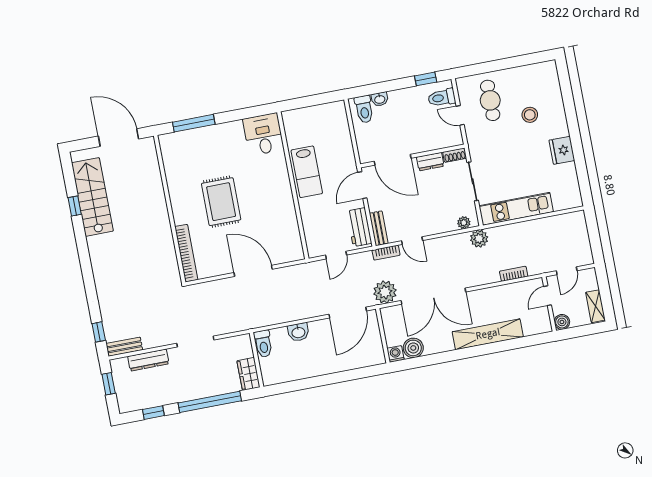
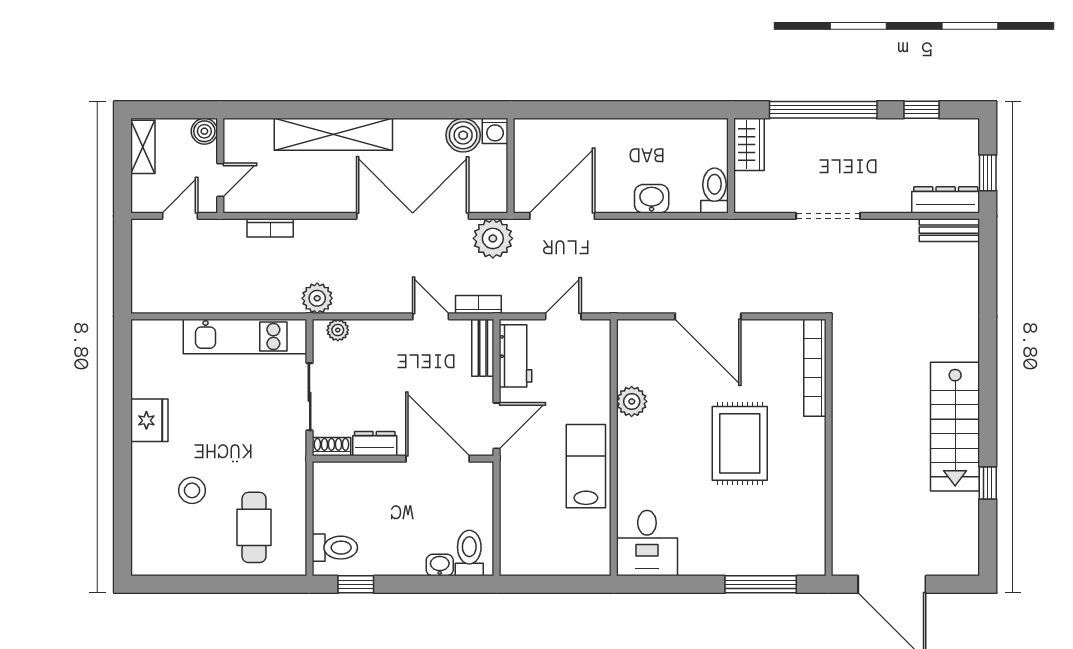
door: (460, 115) -> (310, 512), removed
stairs: (92, 197) -> (955, 427), moved
plant: (288, 214) -> (632, 401), added
window: (99, 332) -> (988, 263), removed
dresser: (148, 360) -> (946, 200), moved

